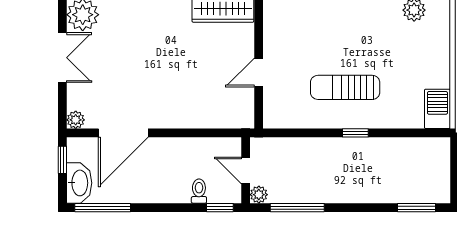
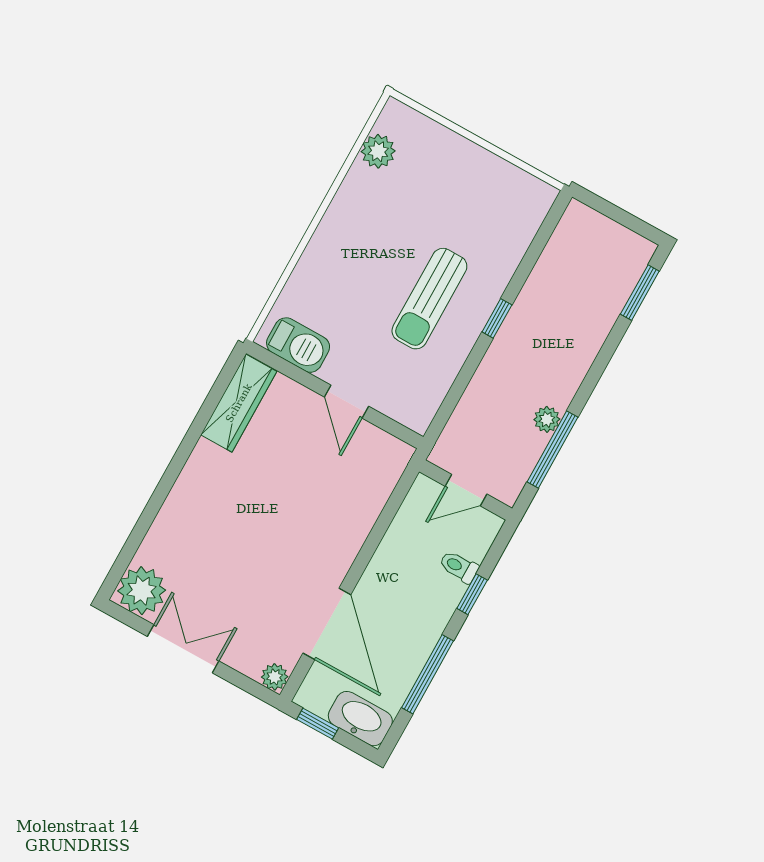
barbecue: (437, 109) -> (298, 345), moved, turned 180
plant: (259, 195) -> (547, 419), moved
window: (103, 208) -> (427, 674), moved
window: (220, 208) -> (472, 594), moved

